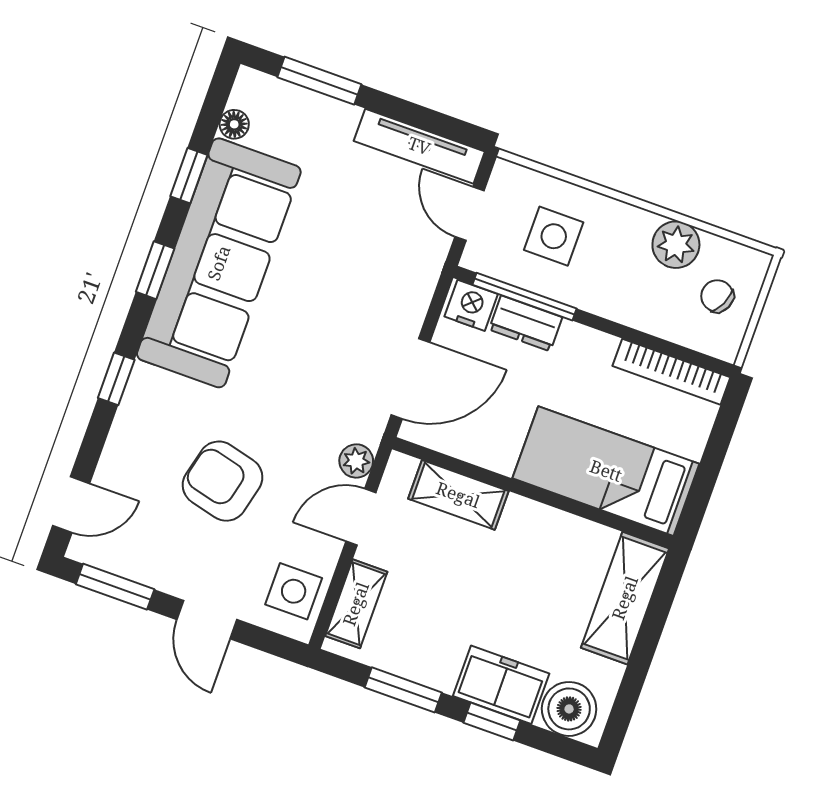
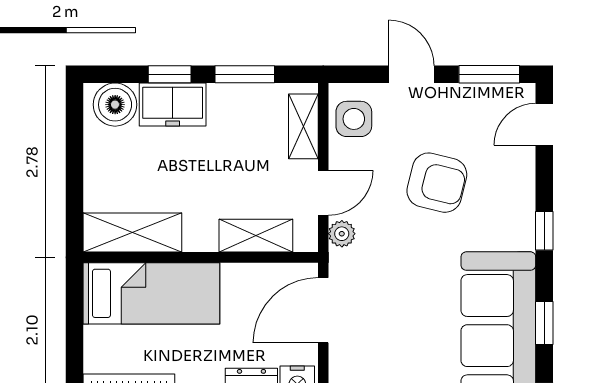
shelving: (625, 598) -> (132, 233), moved, turned 90

